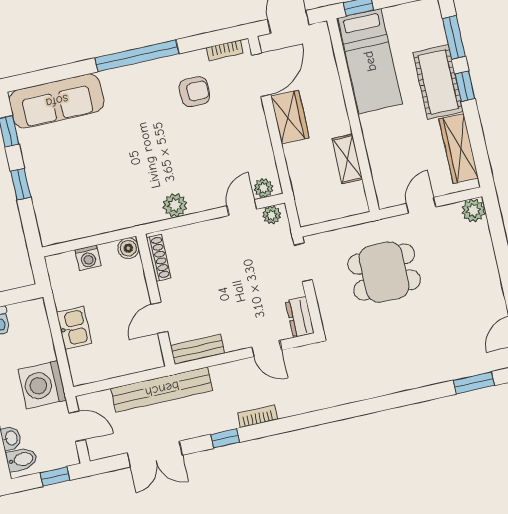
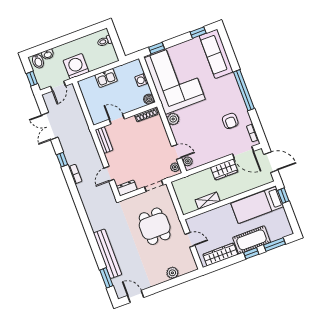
window: (21, 184) -> (157, 48), moved
corner sofa: (95, 191) -> (175, 79), added
plant: (473, 210) -> (172, 273), moved
bench: (162, 389) -> (108, 254), moved

